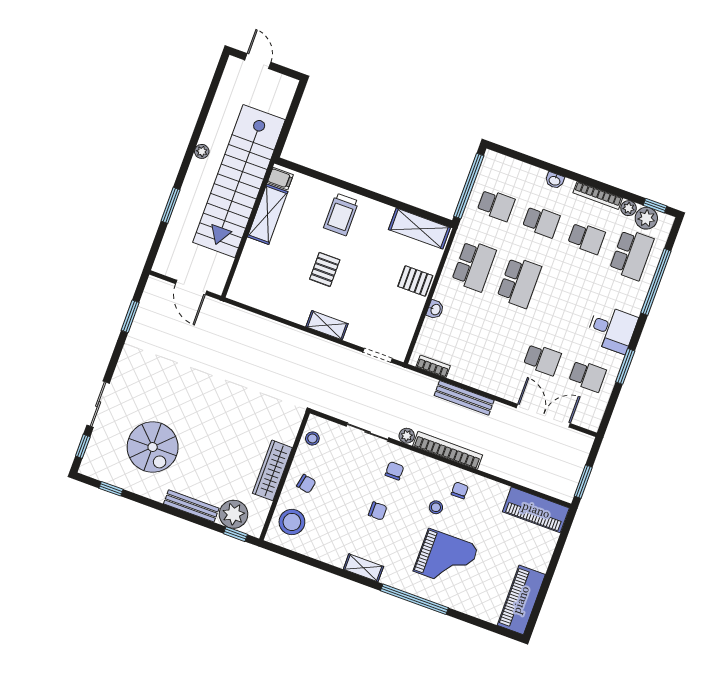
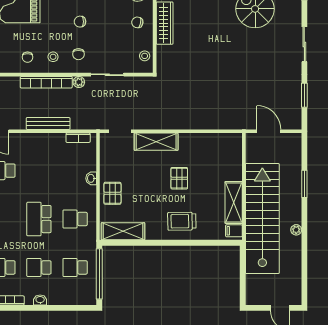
trolley: (341, 214) -> (182, 221), turned -91
school desk: (474, 266) -> (75, 219), width x0.54
pallet: (415, 281) -> (112, 193), turned 90
shelving: (327, 325) -> (156, 142), width x1.50, depth x1.33
sliding door: (98, 404) -> (304, 44), moved
stool: (436, 507) -> (53, 57), moved

